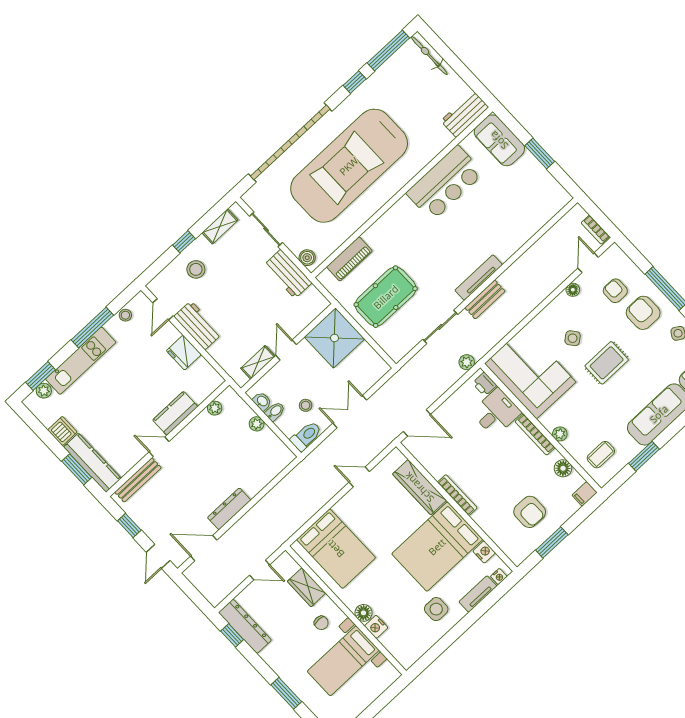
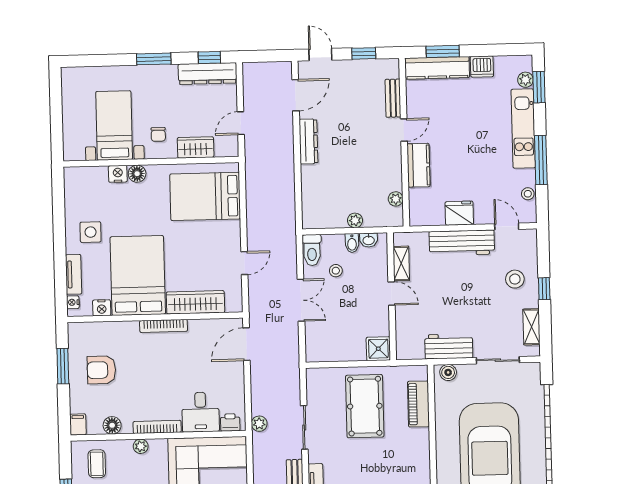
workbench: (198, 325) -> (462, 243), width x1.38
shower: (334, 338) -> (378, 349), width x0.54, depth x0.54
bench: (138, 480) -> (393, 98), width x0.73
chair: (321, 623) -> (158, 134), turned -90
window: (286, 693) -> (154, 59), moved

